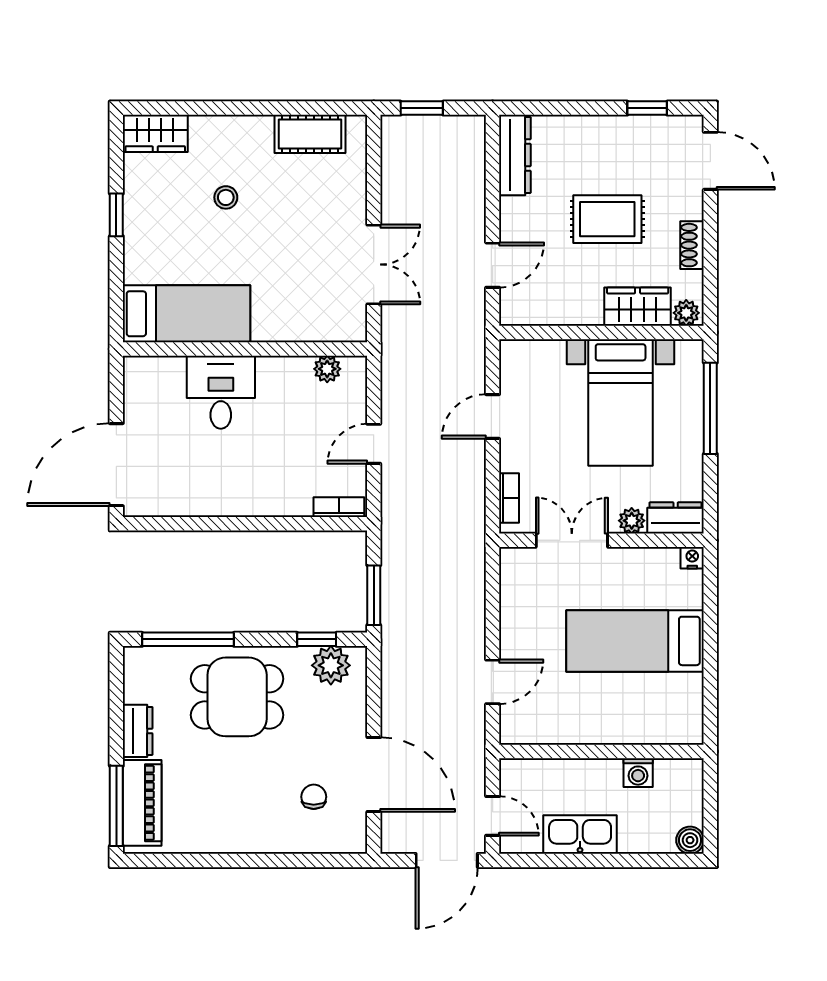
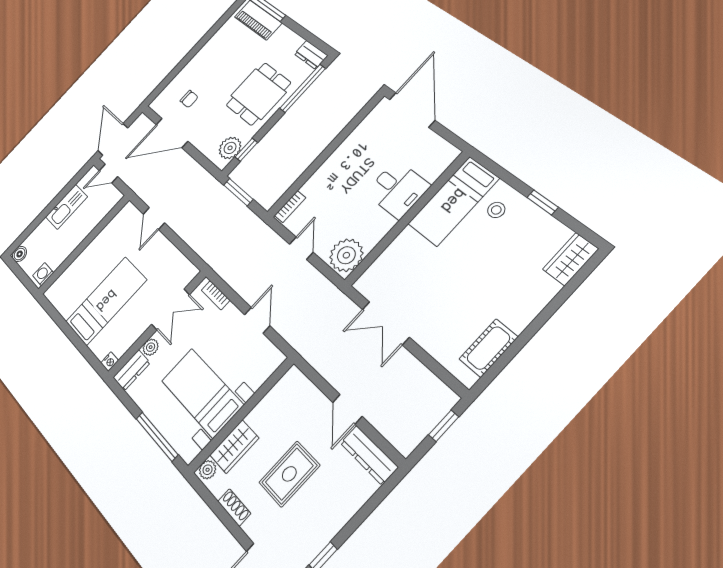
stool: (226, 197) -> (496, 210), moved
door: (493, 265) -> (347, 409), moved
plant: (327, 369) -> (346, 255), width x1.88, depth x1.88
dresser: (138, 731) -> (311, 55), moved
washing machine: (638, 773) -> (43, 274), moved

